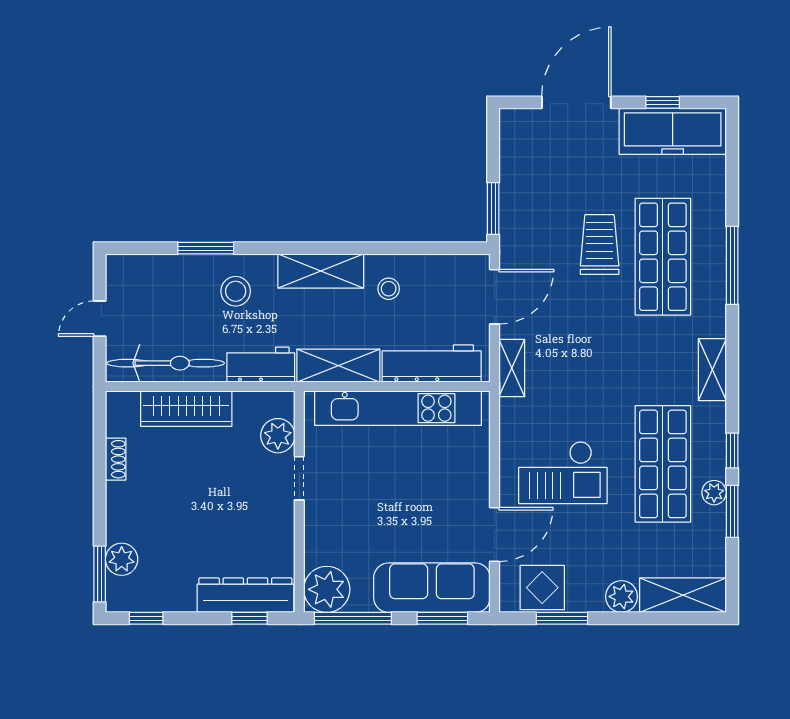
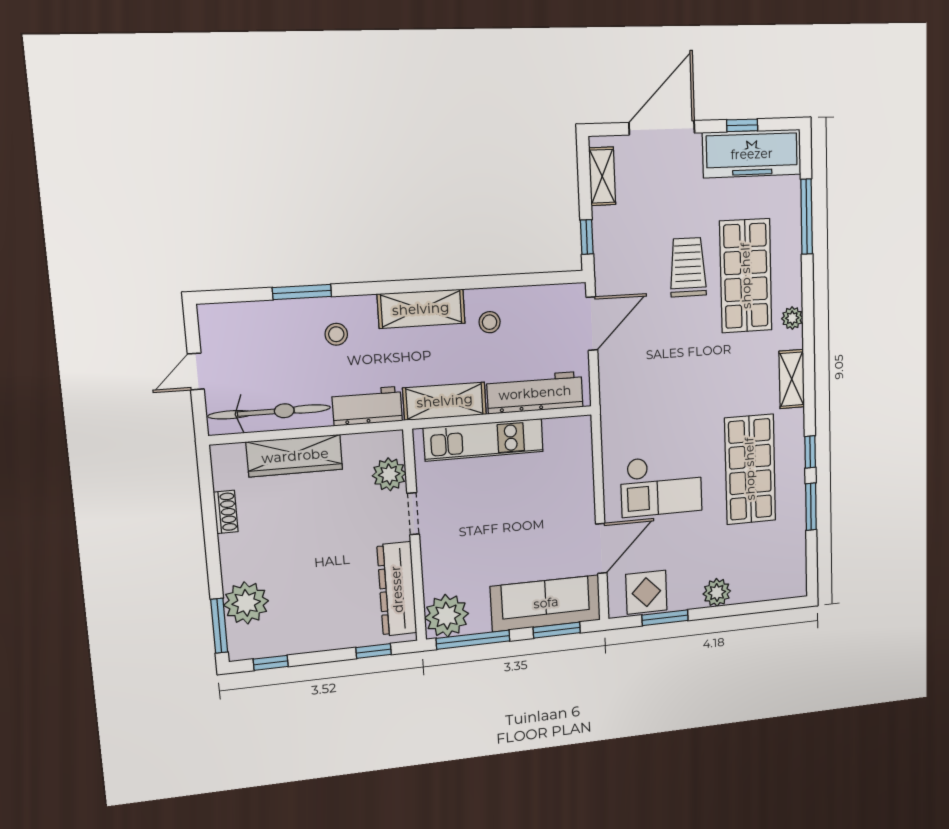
window: (493, 208) -> (587, 237), width x0.67
window: (732, 265) -> (807, 217), moved
stool: (236, 291) -> (336, 334), width x0.73, depth x0.73
shelving: (512, 368) -> (602, 176), moved
kitchen unit: (398, 408) -> (484, 440), width x0.73
plant: (714, 493) -> (792, 318), moved
plant: (122, 559) -> (246, 603), width x1.36, depth x1.36
dresser: (245, 595) -> (397, 589), moved, turned -90
shelving: (683, 595) -> (770, 585), removed

